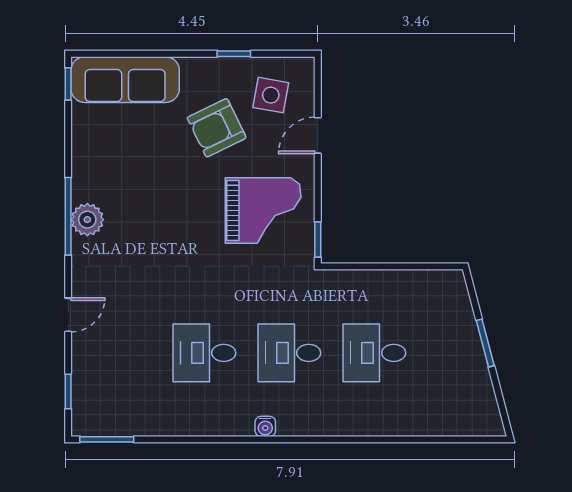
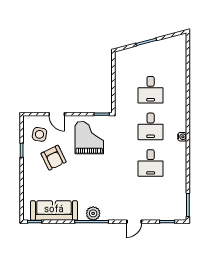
sofa: (125, 80) -> (54, 210), moved, turned -90
door: (68, 315) -> (134, 222), swing flipped

